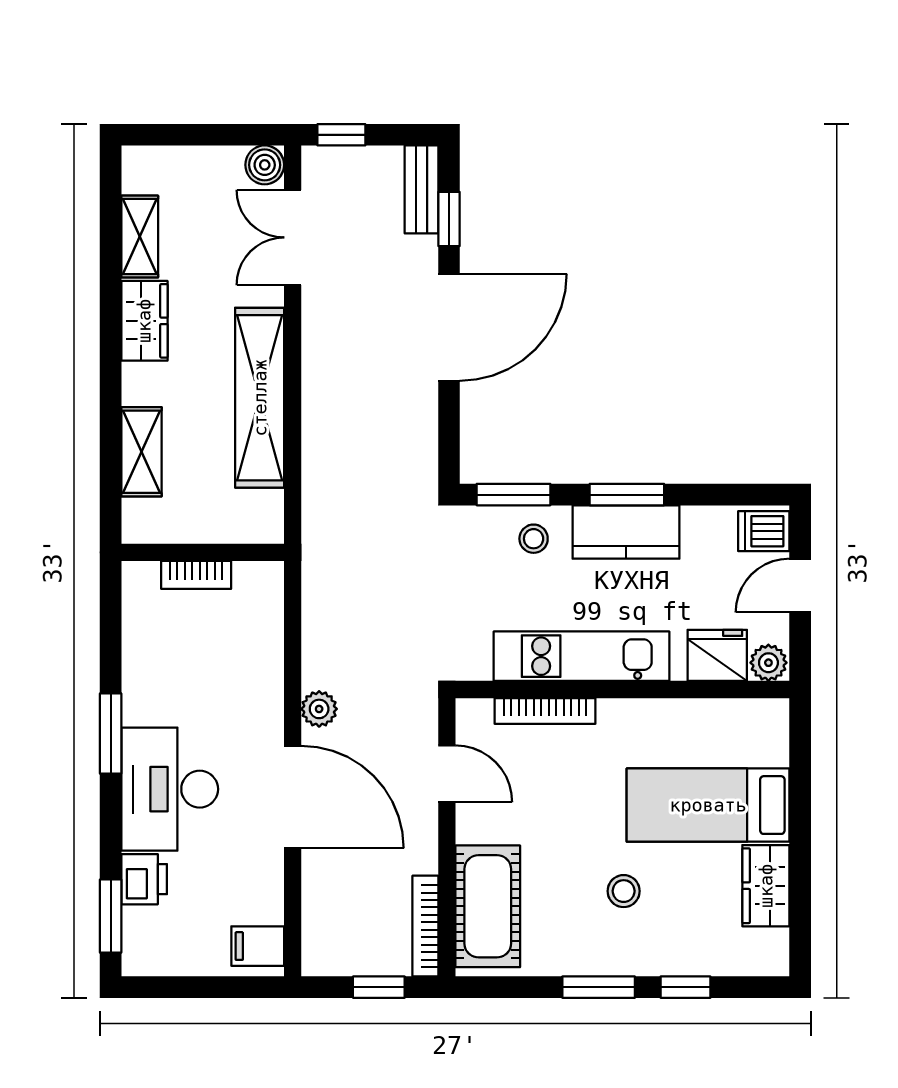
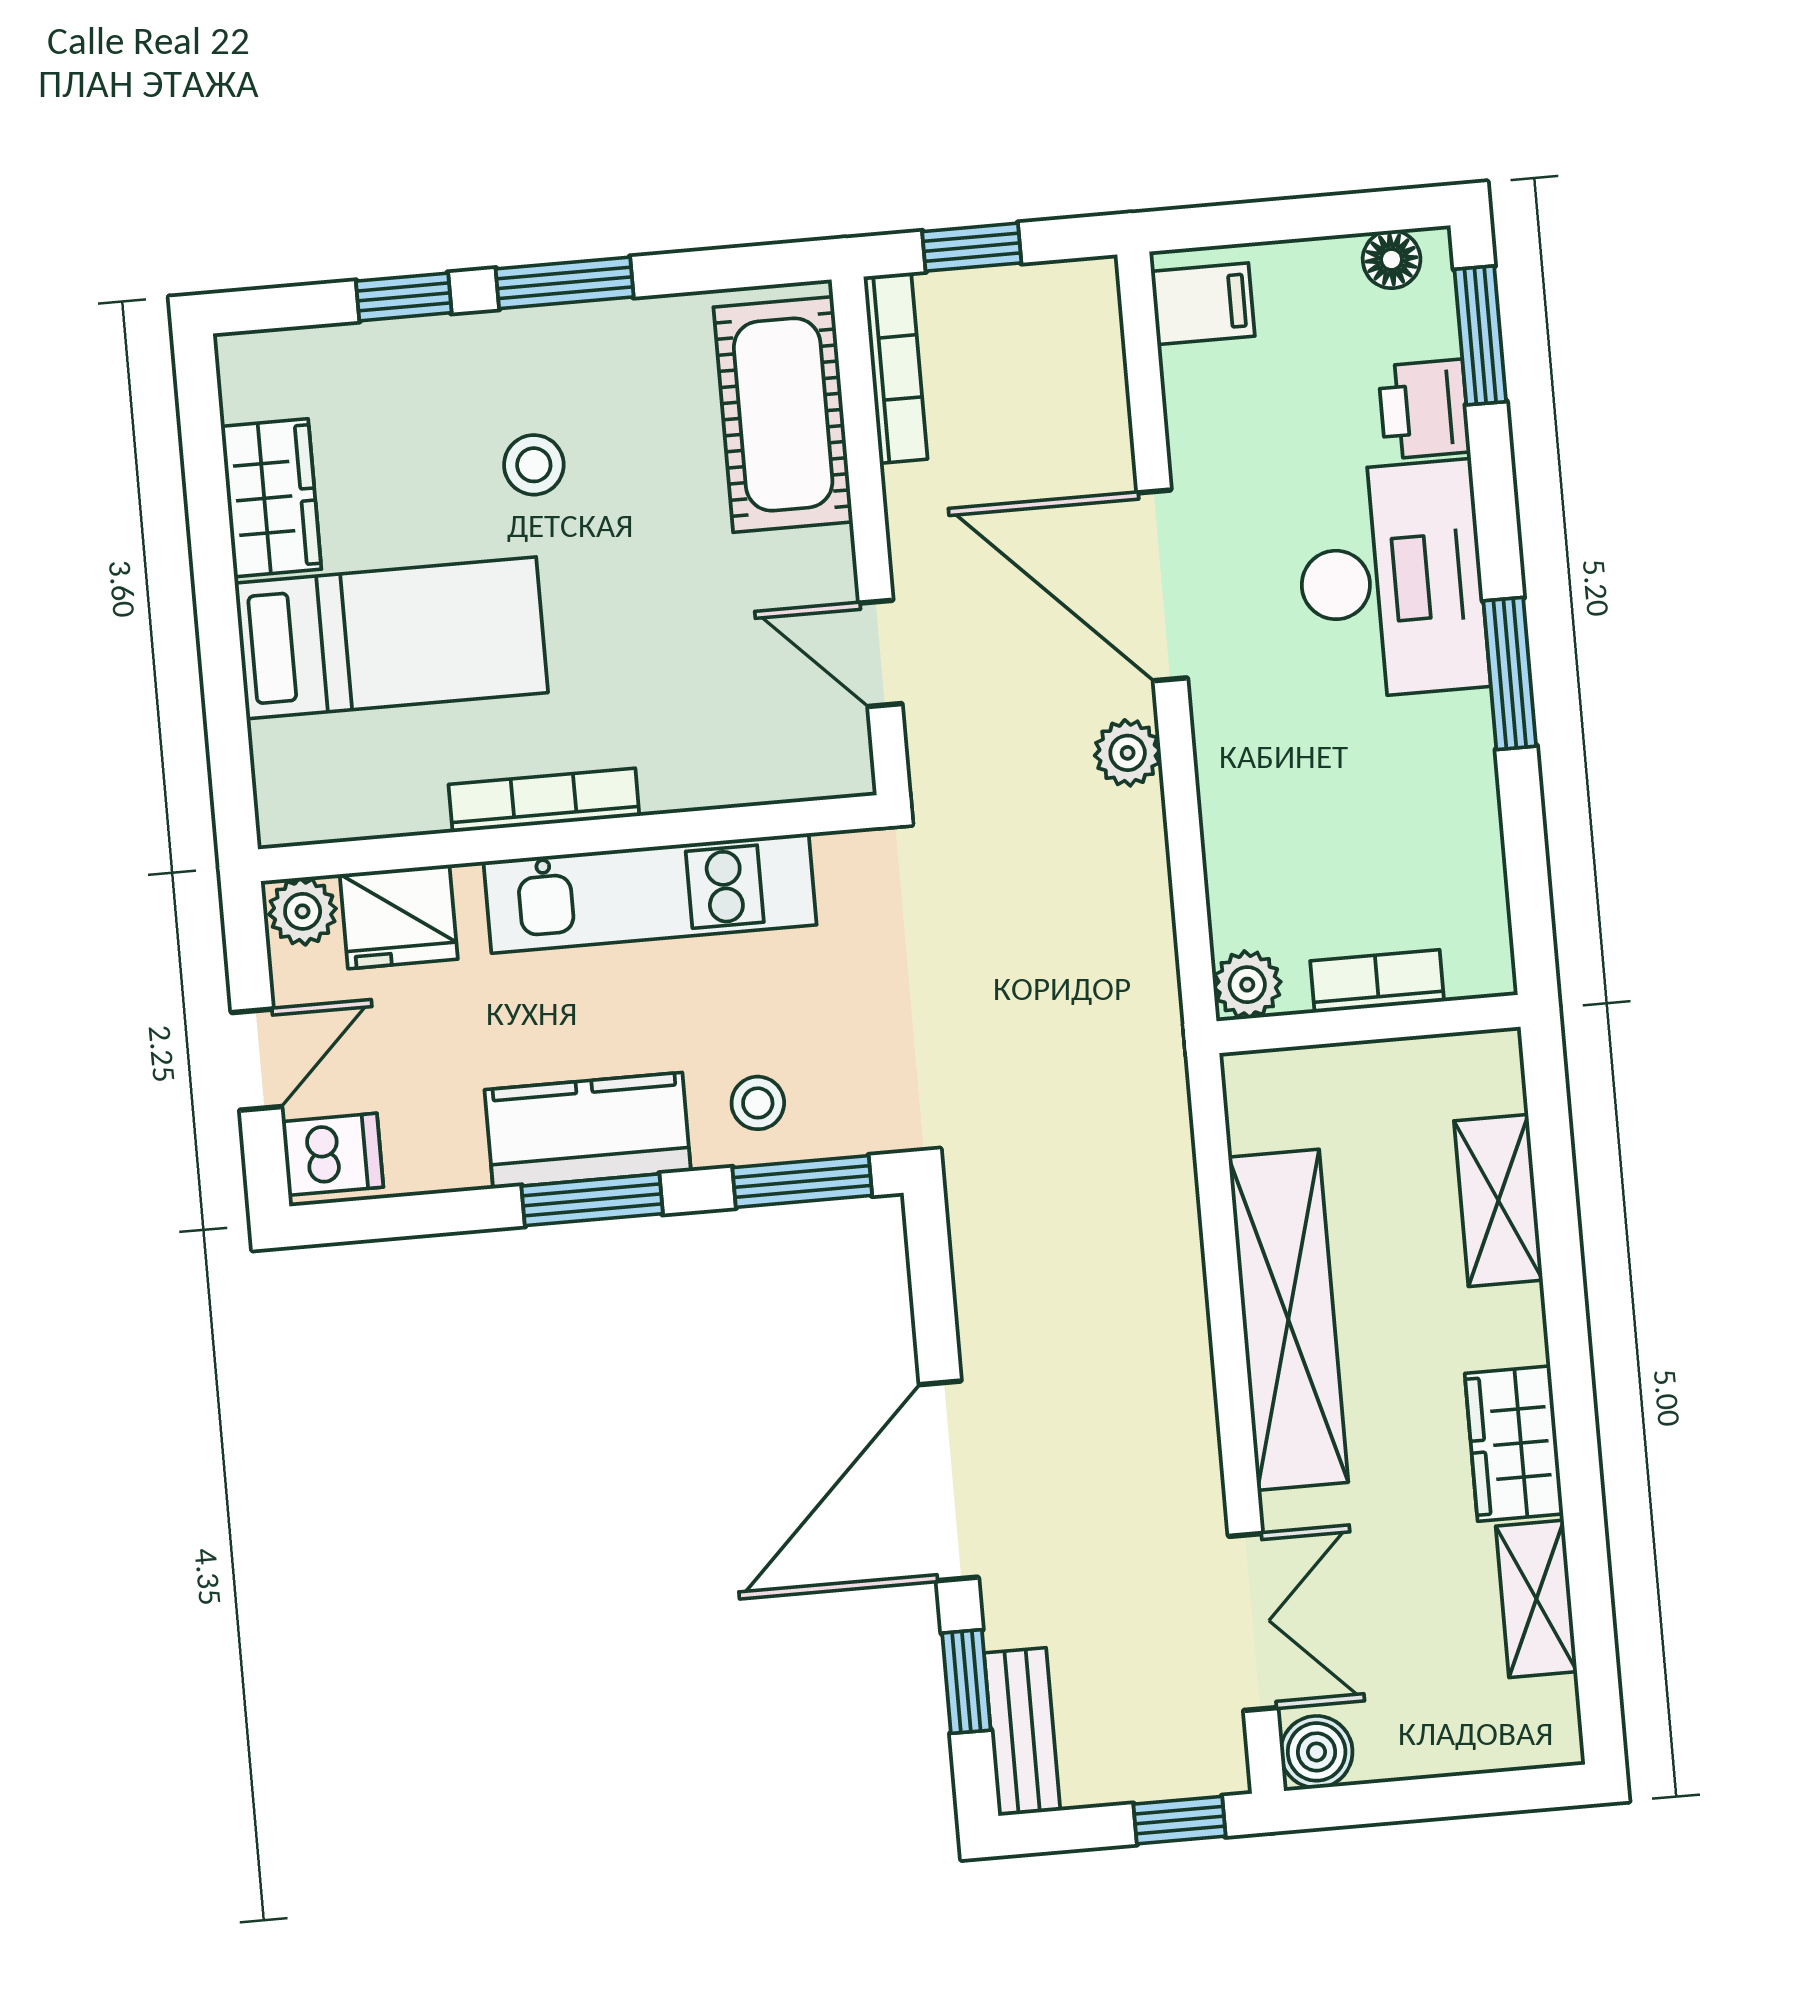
plant: (266, 579) -> (1247, 985), added
bookcase: (545, 711) -> (544, 800), moved
floor lamp: (155, 961) -> (1392, 259), added

